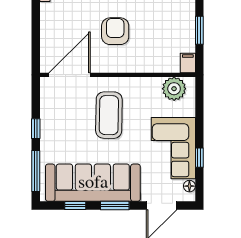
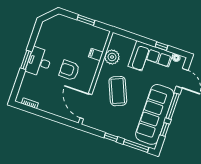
filing cabinet: (188, 63) -> (96, 54), moved
plant: (174, 89) -> (112, 57), moved
coffee table: (109, 115) -> (118, 91), turned 66
window: (115, 206) -> (173, 106), width x1.44

